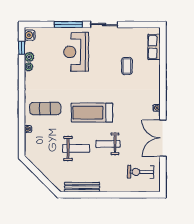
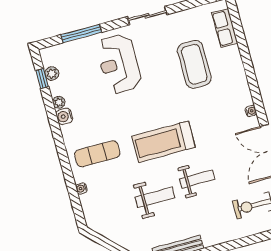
window: (68, 25) -> (81, 34), moved
water cooler: (30, 35) -> (64, 116), moved
plant: (29, 57) -> (52, 74), moved
coffee table: (127, 66) -> (194, 64), width x1.86, depth x1.72
weight bench: (108, 144) -> (197, 179), turned 180

